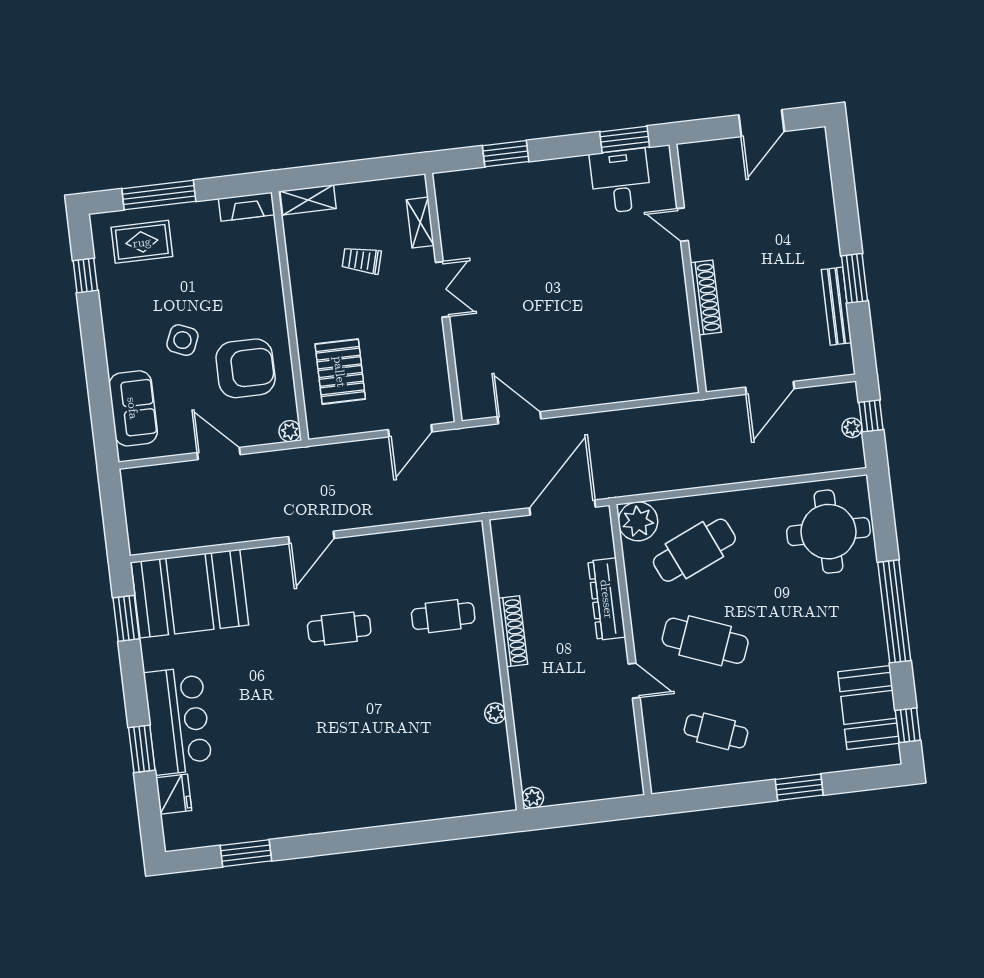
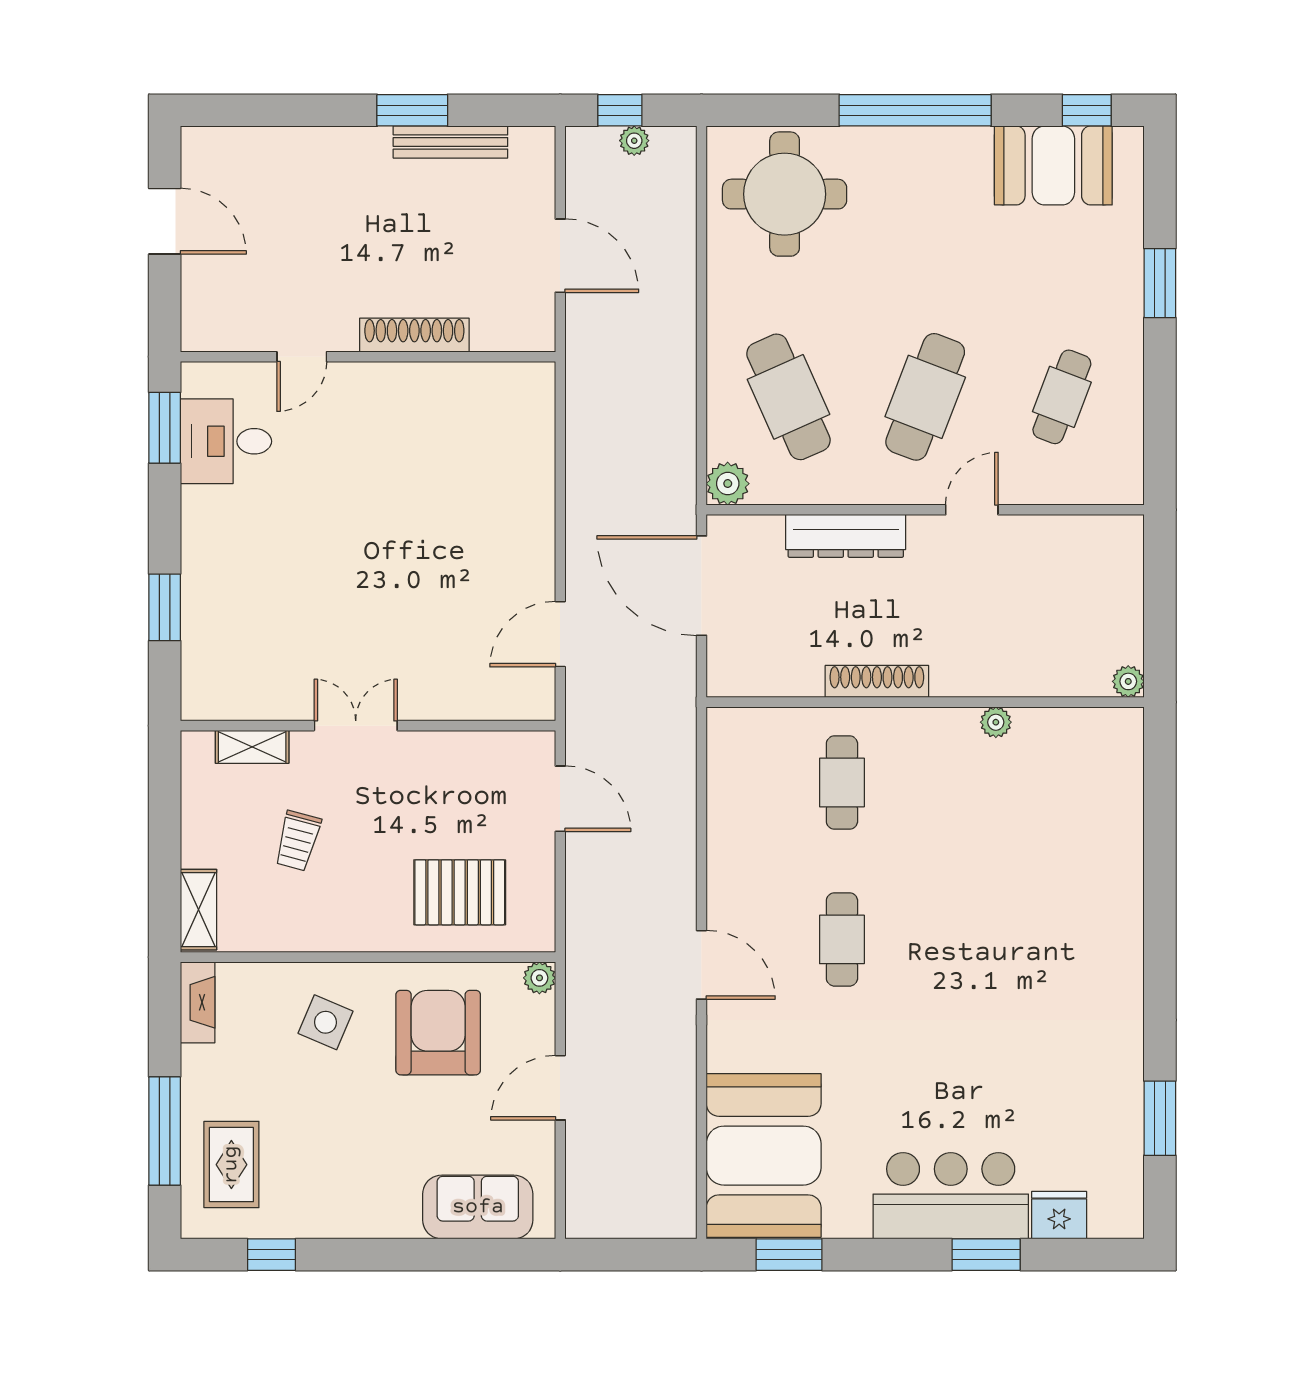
side table: (182, 340) -> (326, 1022), moved
plant: (638, 521) -> (728, 484), width x0.73, depth x0.73

